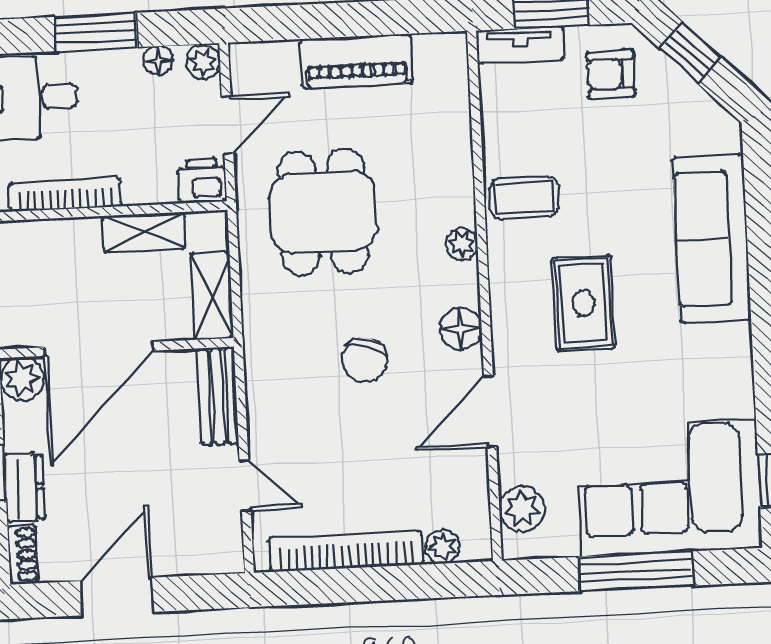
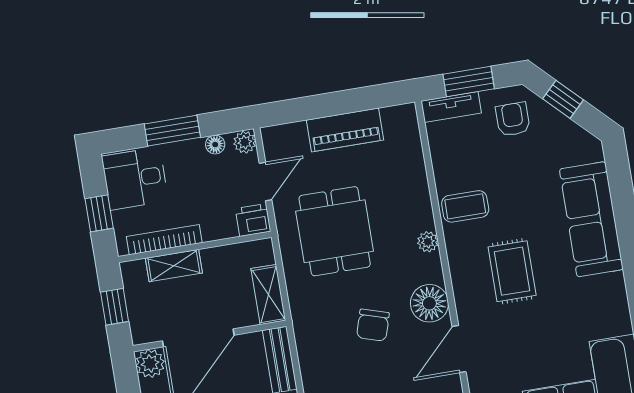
armchair: (611, 74) -> (513, 119), turned 90
shelving: (144, 232) -> (174, 266), moved
floor lamp: (461, 329) -> (429, 303), width x1.38, depth x1.38

